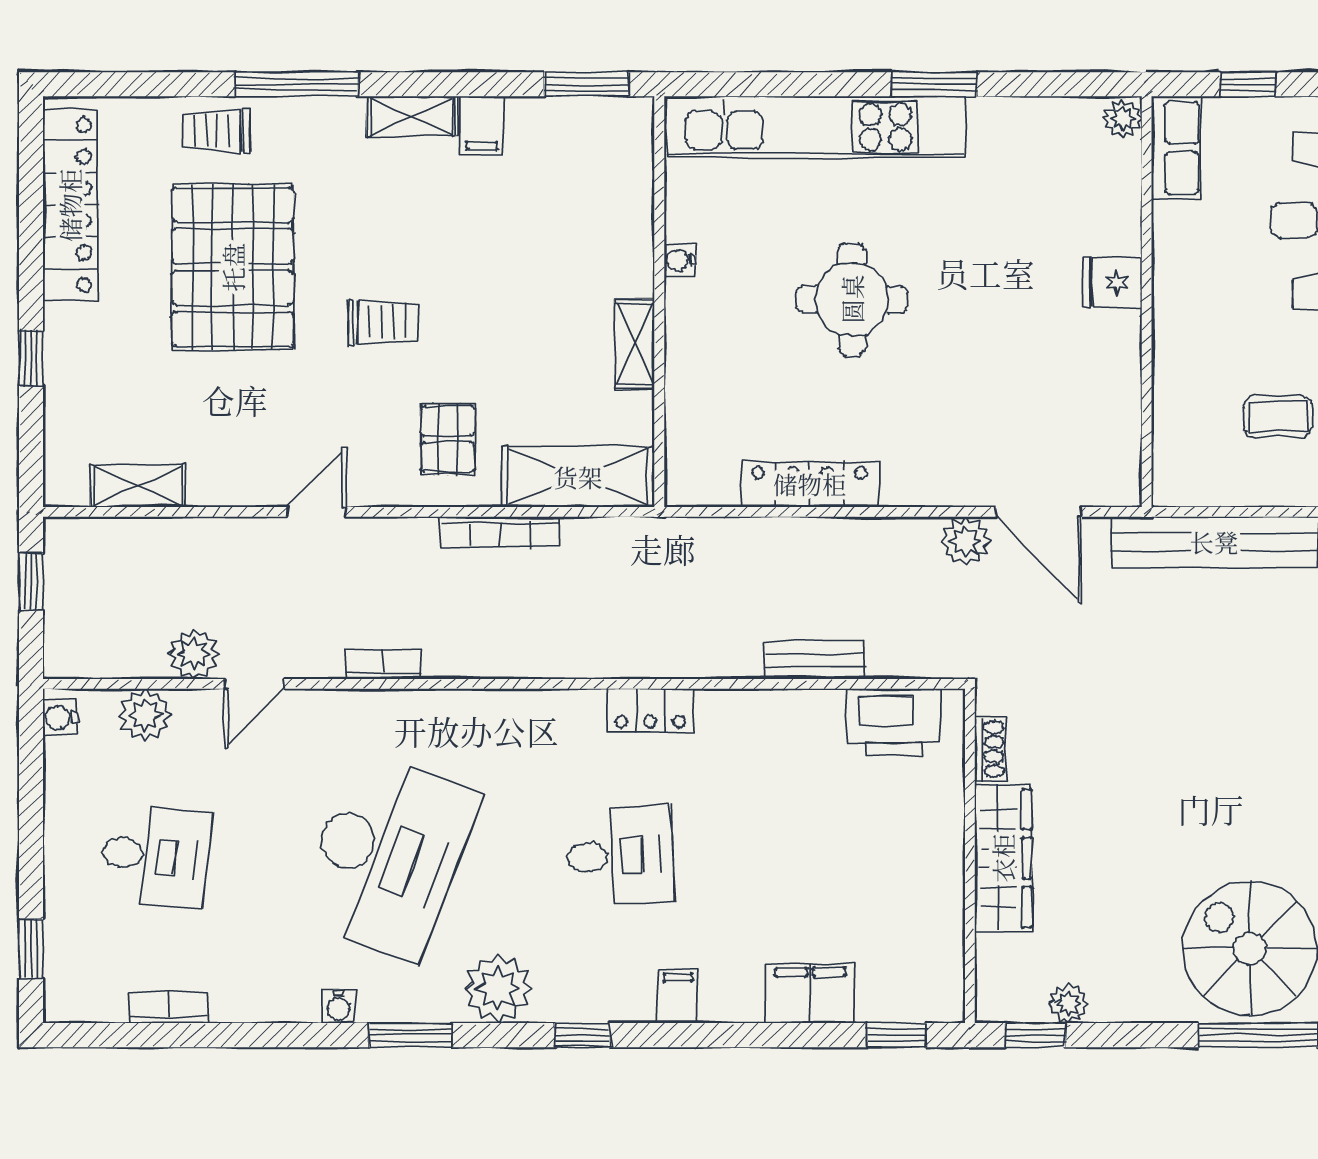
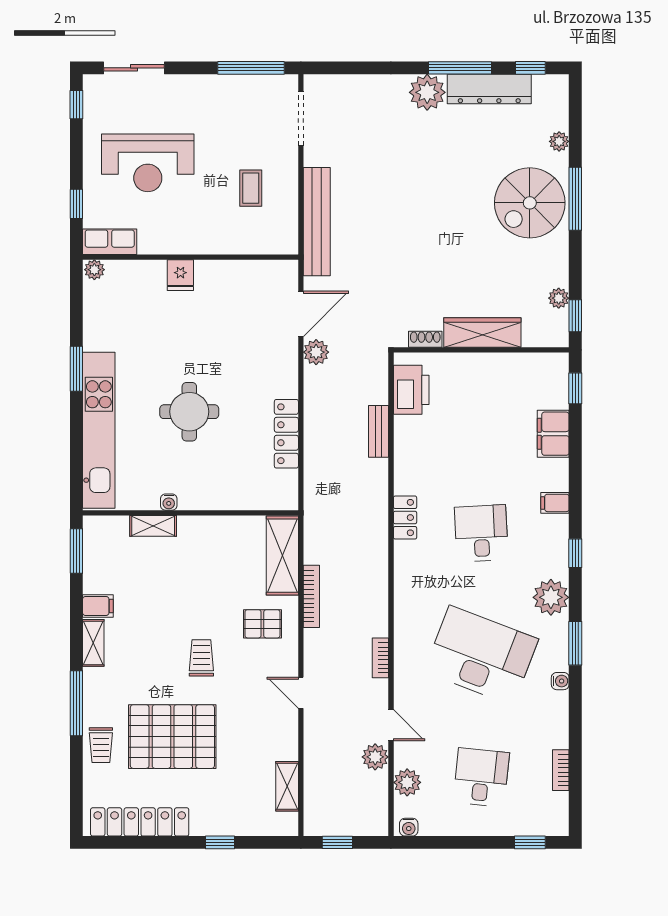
shelving: (634, 343) -> (153, 526), moved

